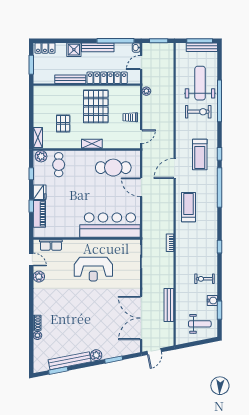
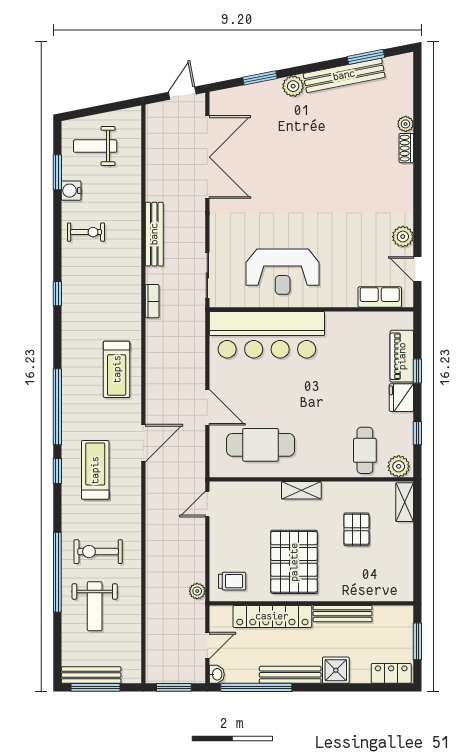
weight bench: (200, 83) -> (95, 606), width x0.73, depth x0.75
trolley: (130, 117) -> (232, 581), moved
reception desk: (93, 269) -> (283, 272), moved, turned 180
bench: (169, 305) -> (154, 234), moved

